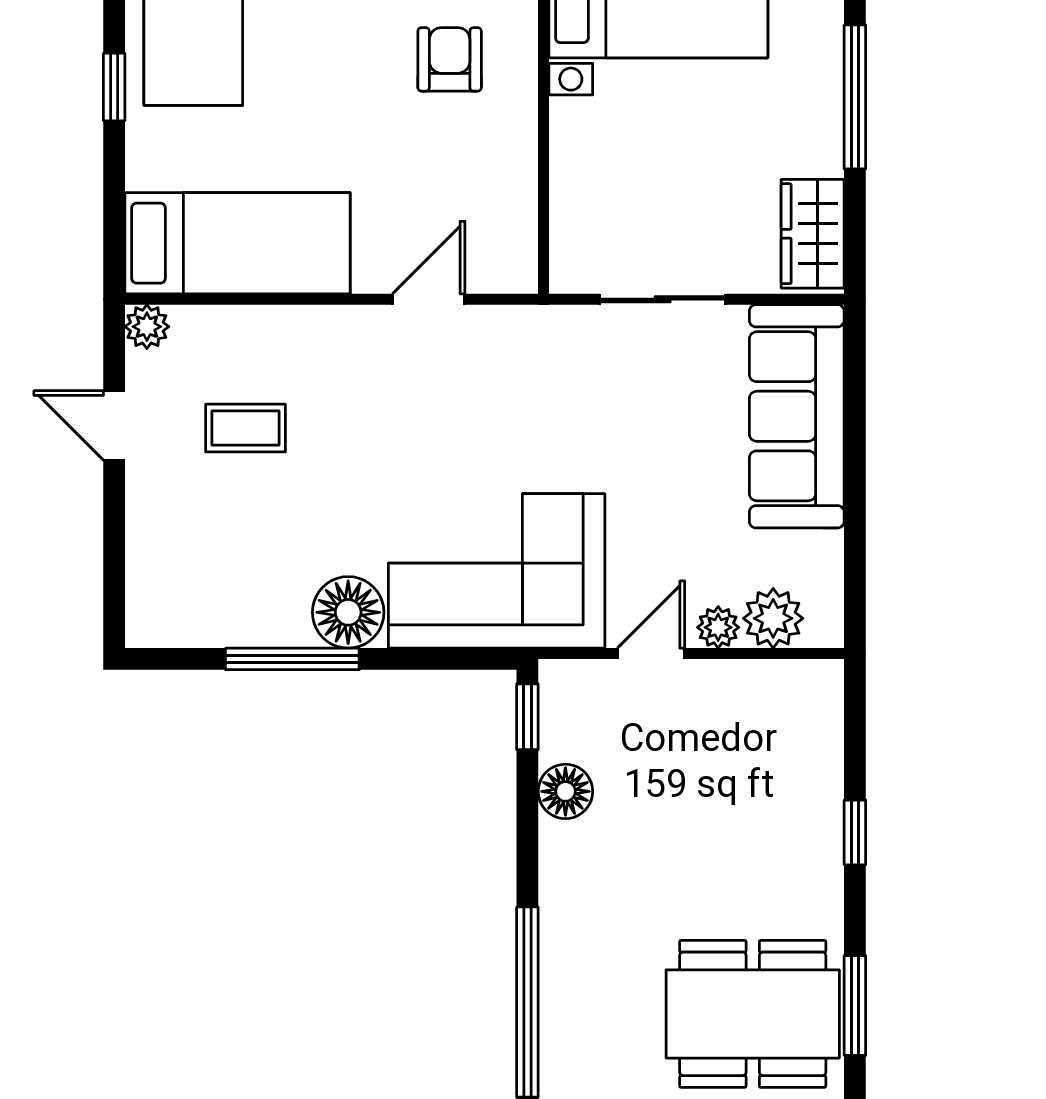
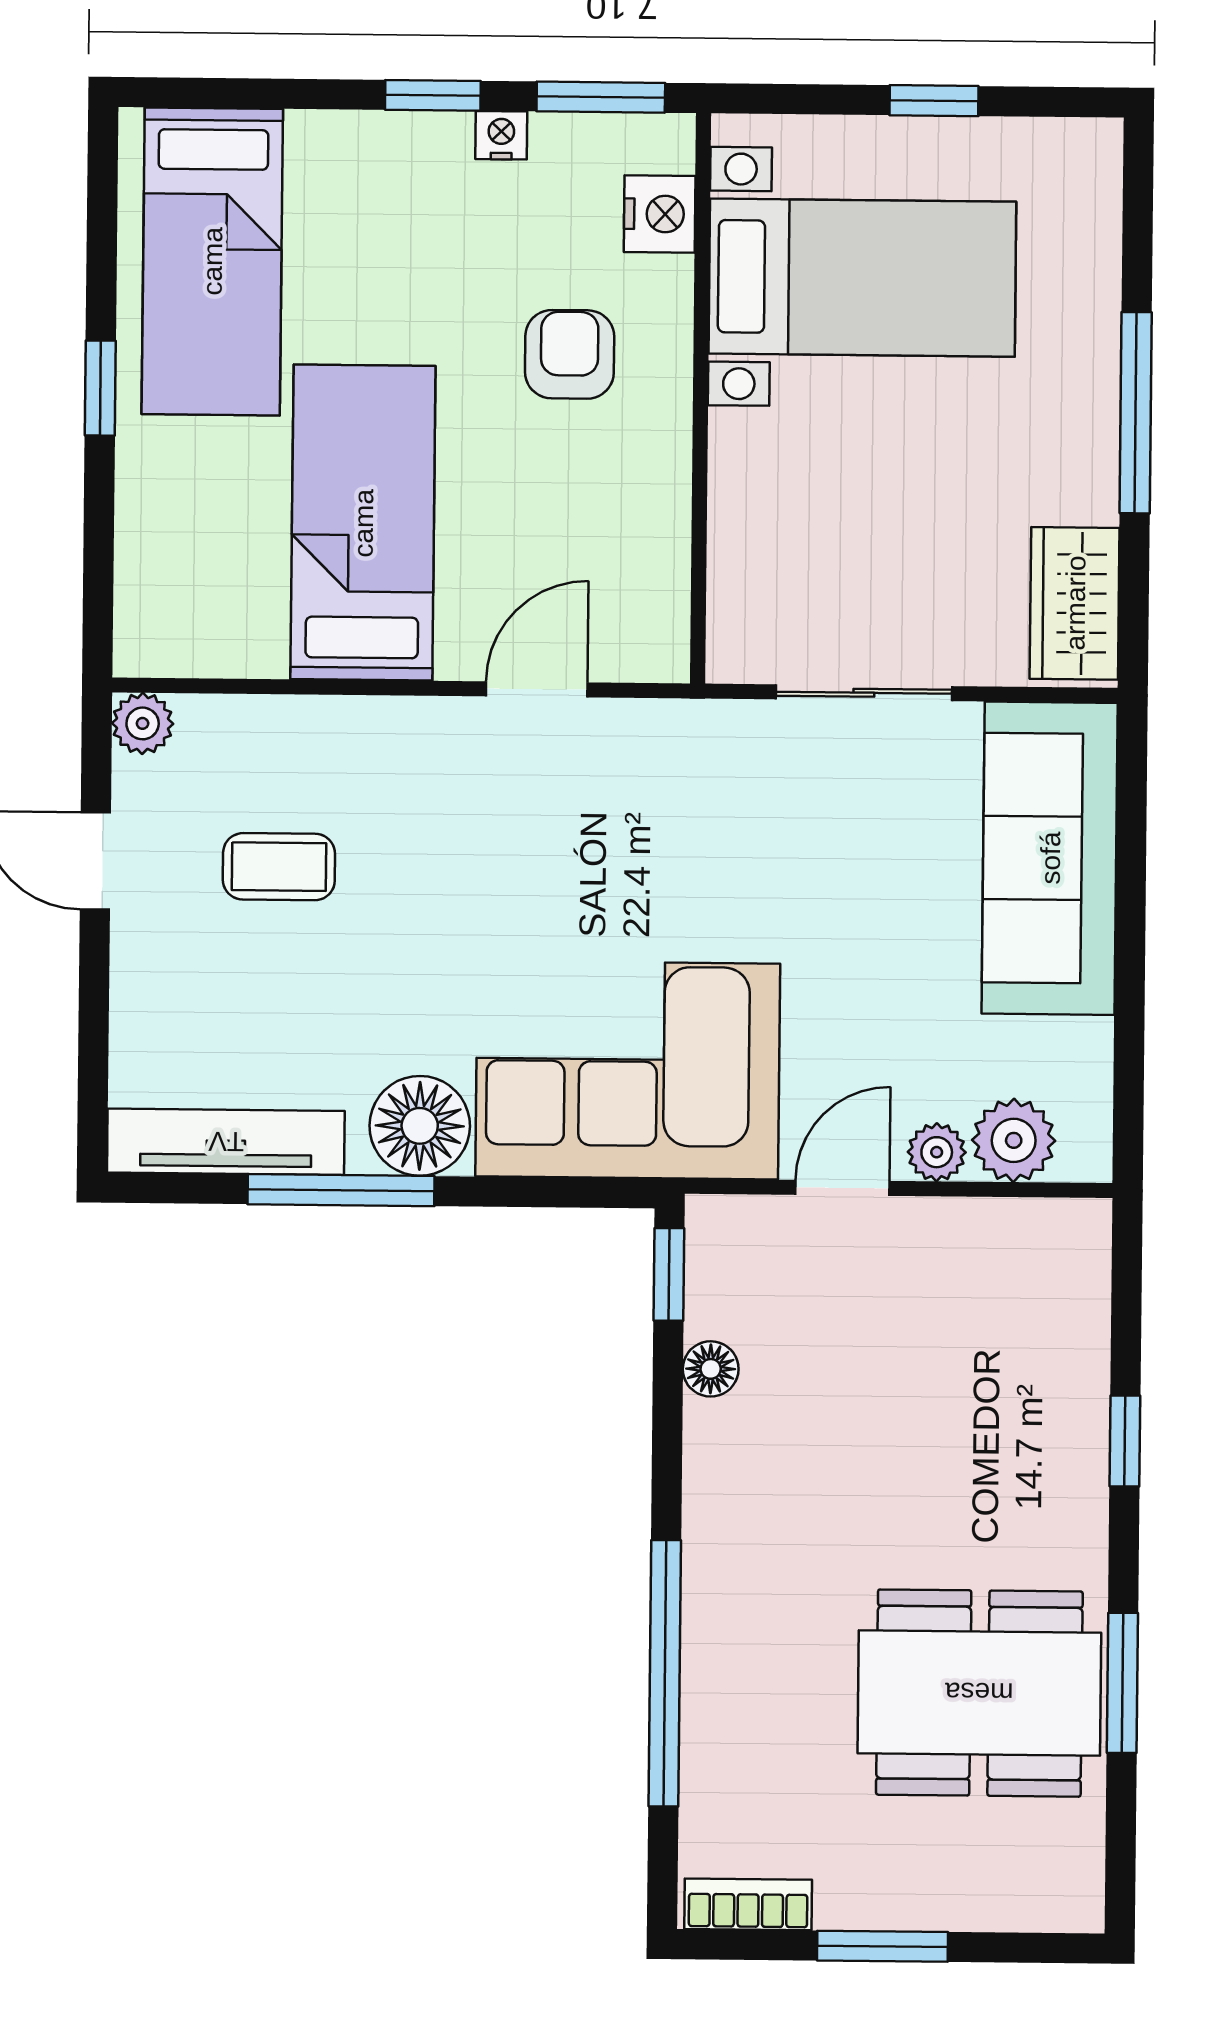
bed: (237, 243) -> (363, 523), moved, turned -90
tv unit: (210, 625) -> (226, 1142), added
floor lamp: (565, 791) -> (711, 1369), width x0.73, depth x0.73

